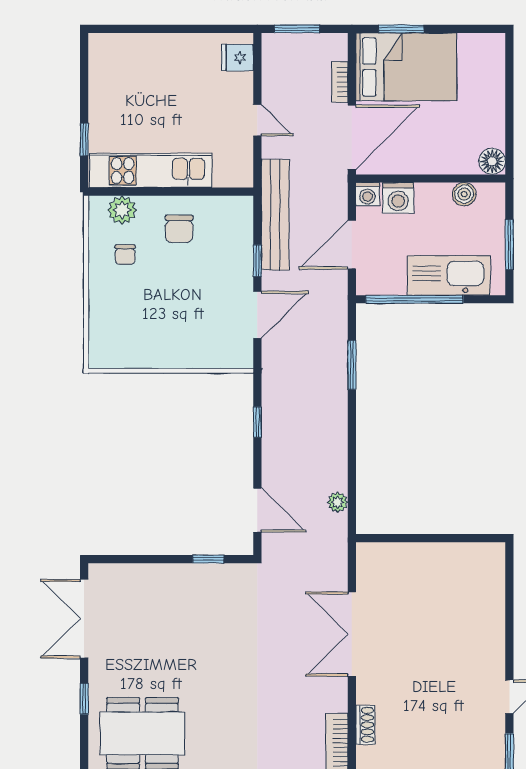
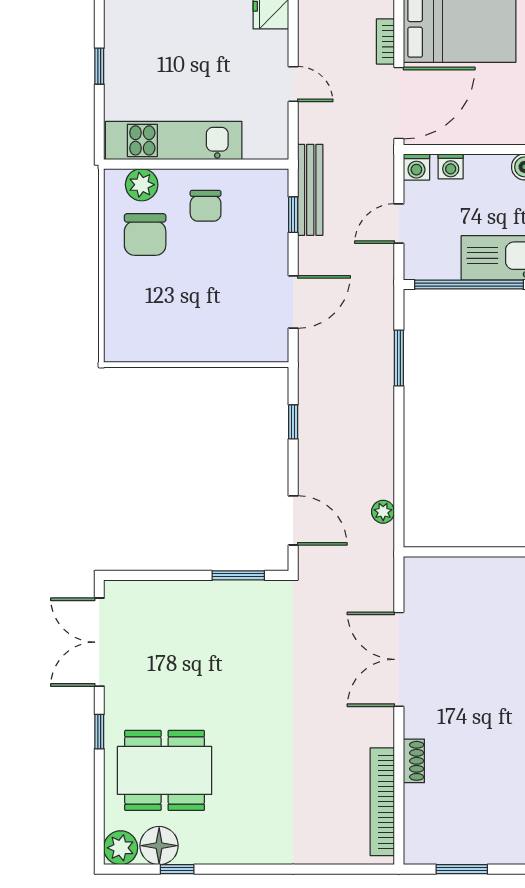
window: (84, 140) -> (99, 66), moved
washing machine: (398, 198) -> (451, 166), width x0.73, depth x0.73
bench: (275, 215) -> (310, 190), width x0.73, depth x0.82
door: (352, 245) -> (399, 224), width x0.73
chair: (125, 255) -> (145, 235), width x1.87, depth x1.87
window: (257, 261) -> (293, 215), moved
window: (208, 559) -> (238, 575), width x1.50

